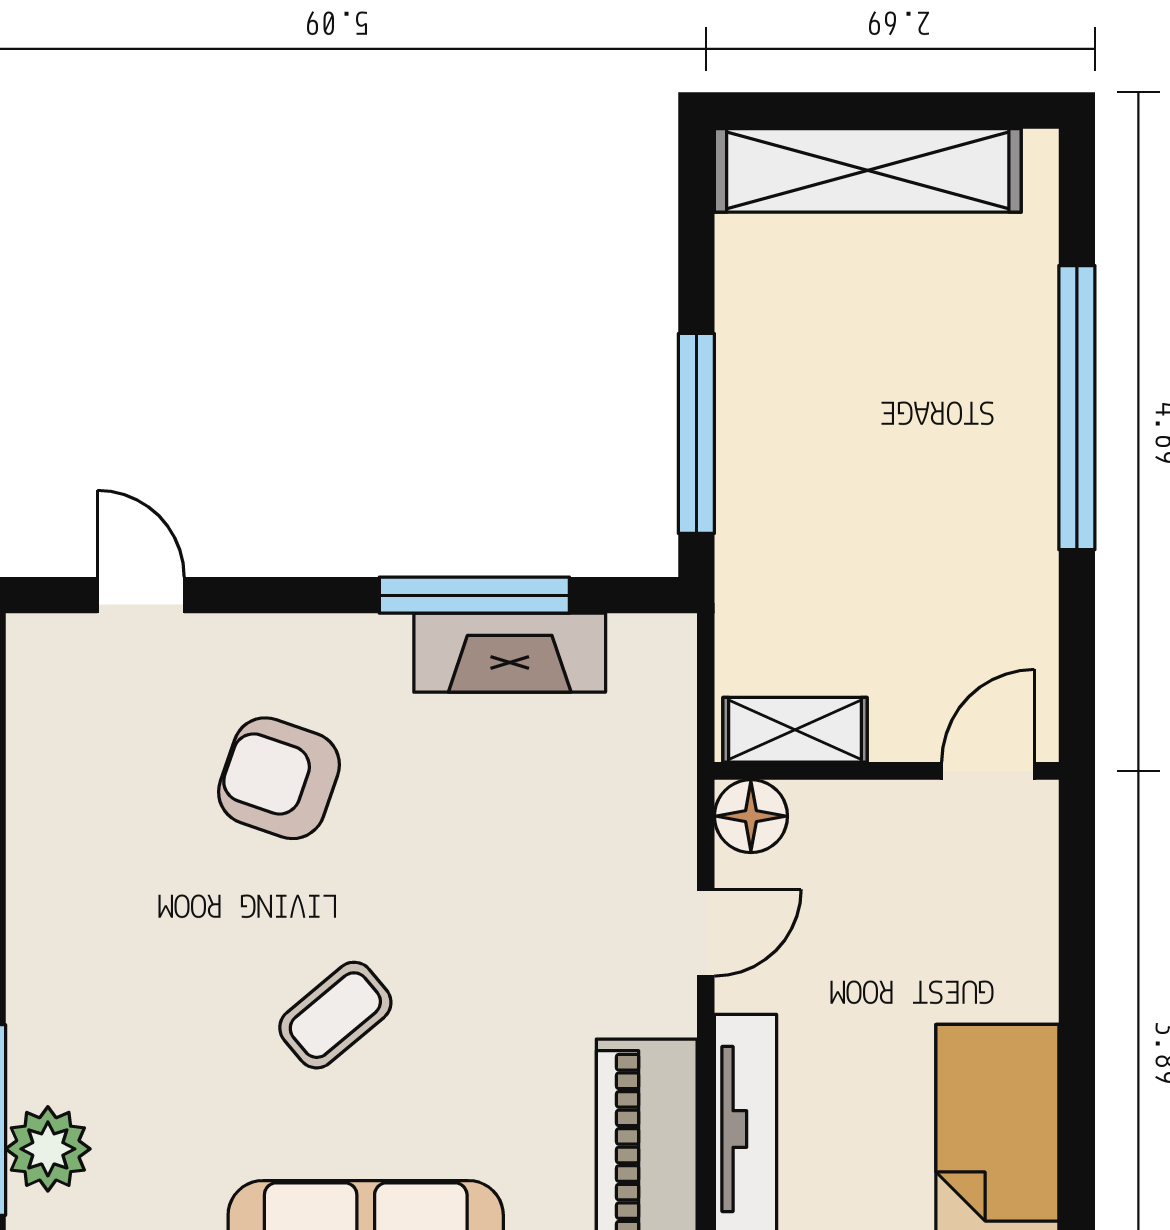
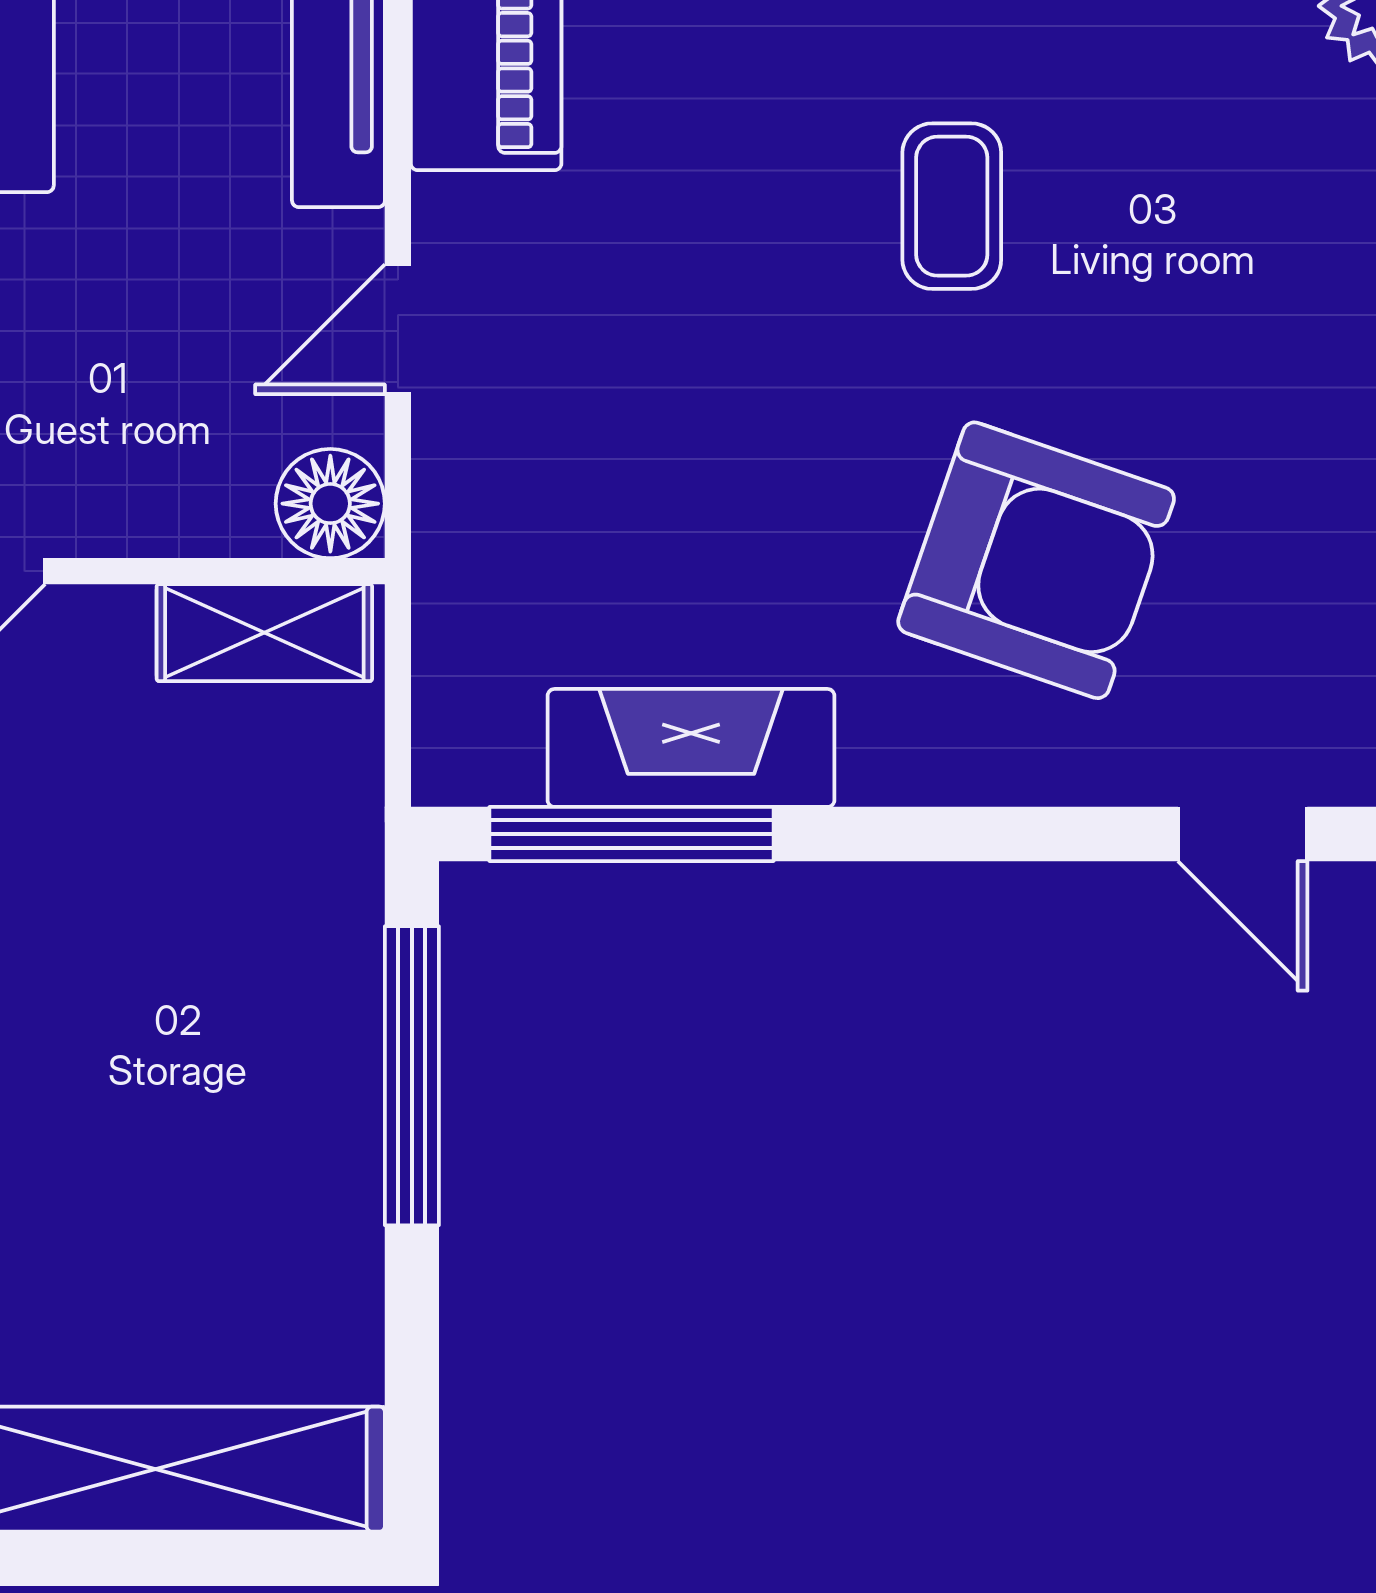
window: (474, 595) -> (631, 834), moved
armchair: (279, 778) -> (1036, 560), width x1.36, depth x1.36
coffee table: (335, 1015) -> (952, 206), turned -50

